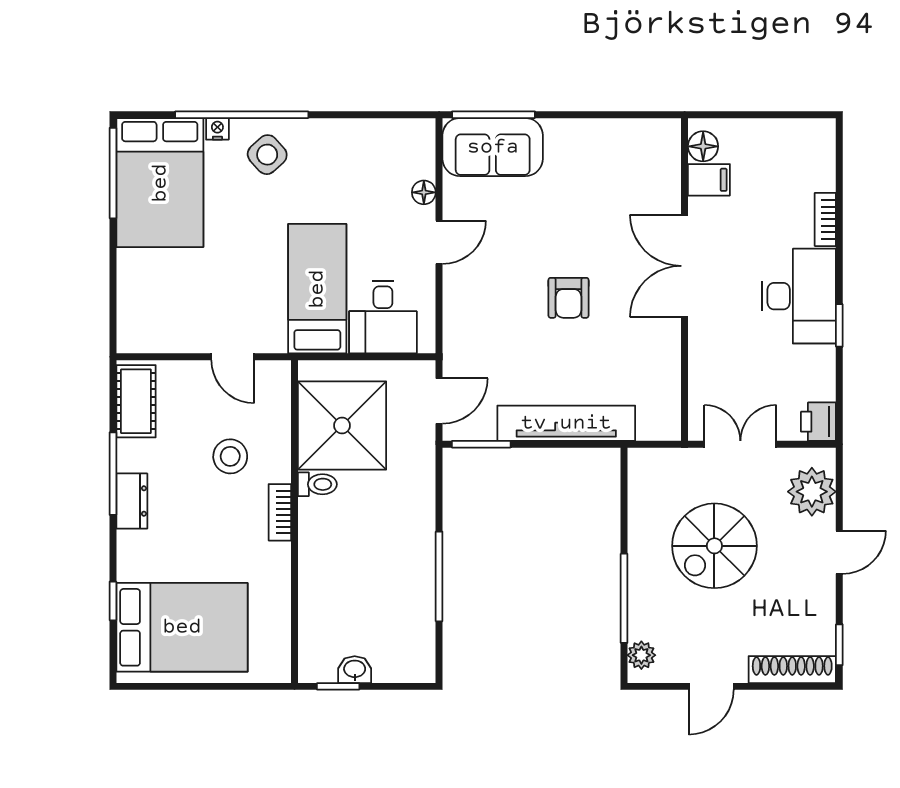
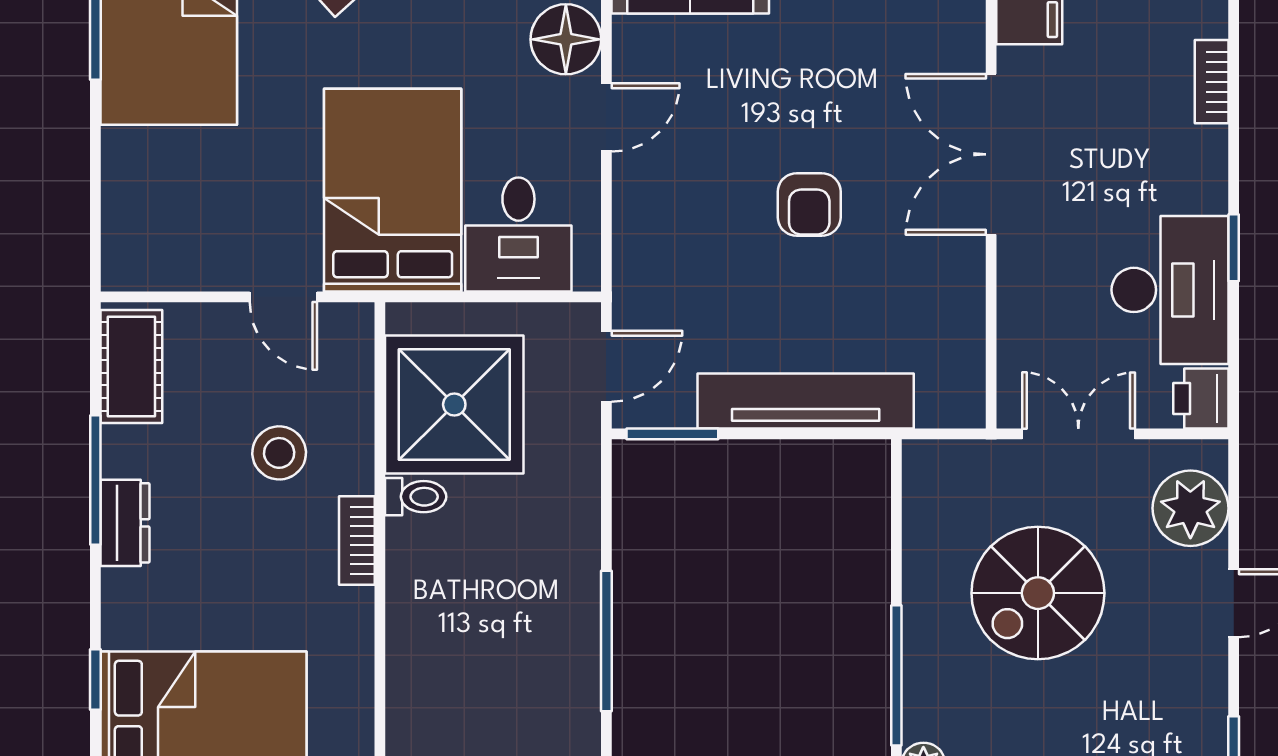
floor lamp: (424, 192) -> (566, 39), width x1.89, depth x1.89
bed: (317, 289) -> (393, 190), width x1.50
desk: (799, 296) -> (1170, 290), moved

